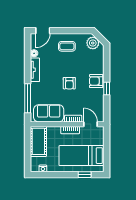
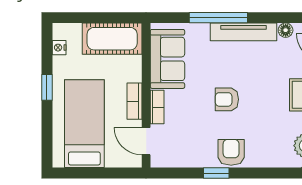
tv unit: (35, 70) -> (244, 32), width x1.41
window: (28, 98) -> (218, 18), moved
door: (90, 124) -> (146, 141), swing flipped
window: (85, 175) -> (47, 87), moved

